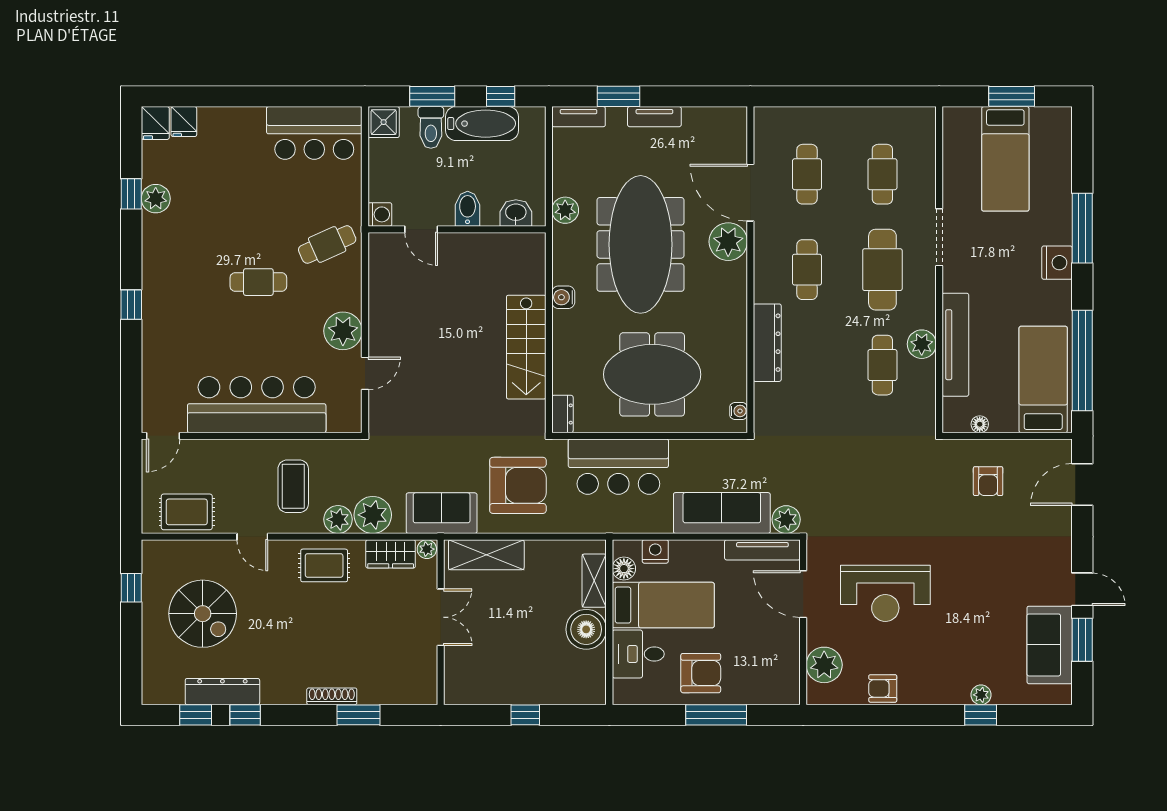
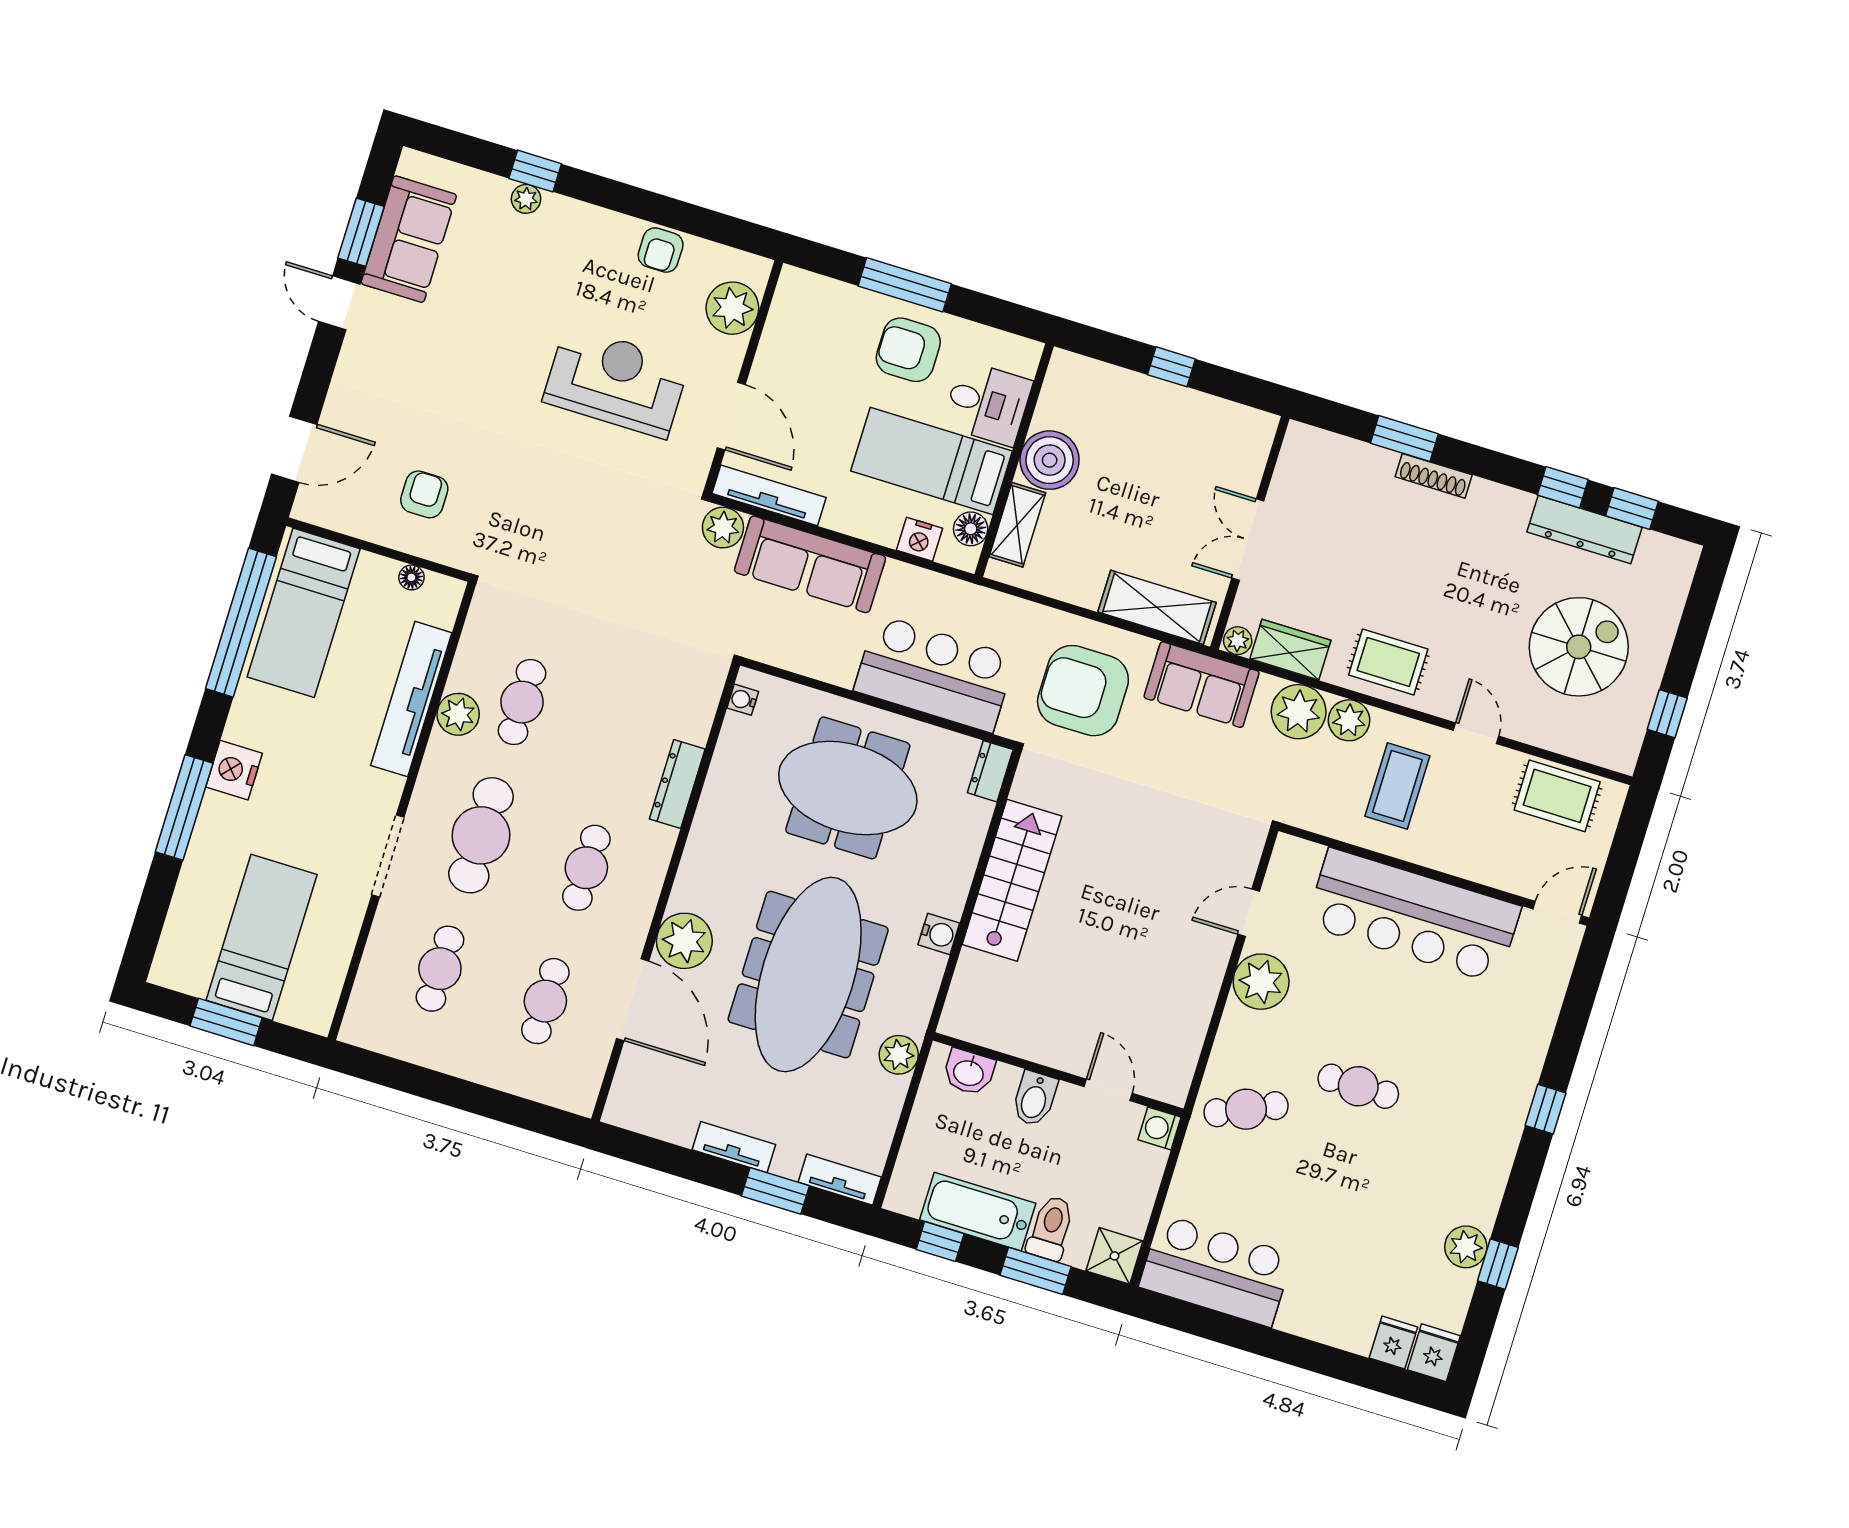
dresser: (767, 343) -> (677, 784), width x0.73, depth x0.80
spiral stairs: (203, 614) -> (1579, 647), turned 90
armchair: (883, 688) -> (661, 250), turned 90

